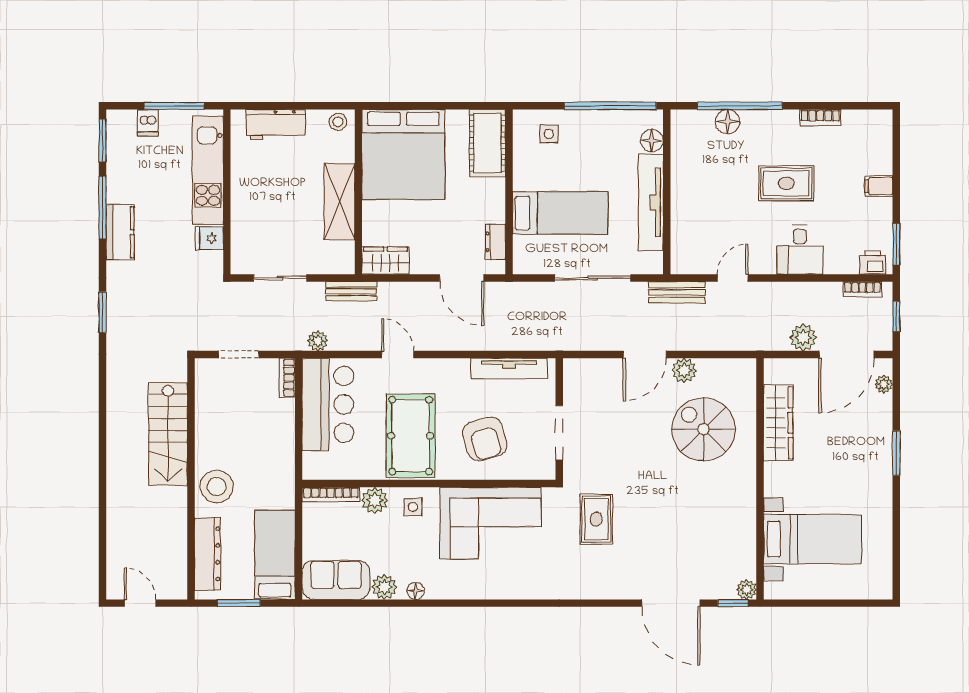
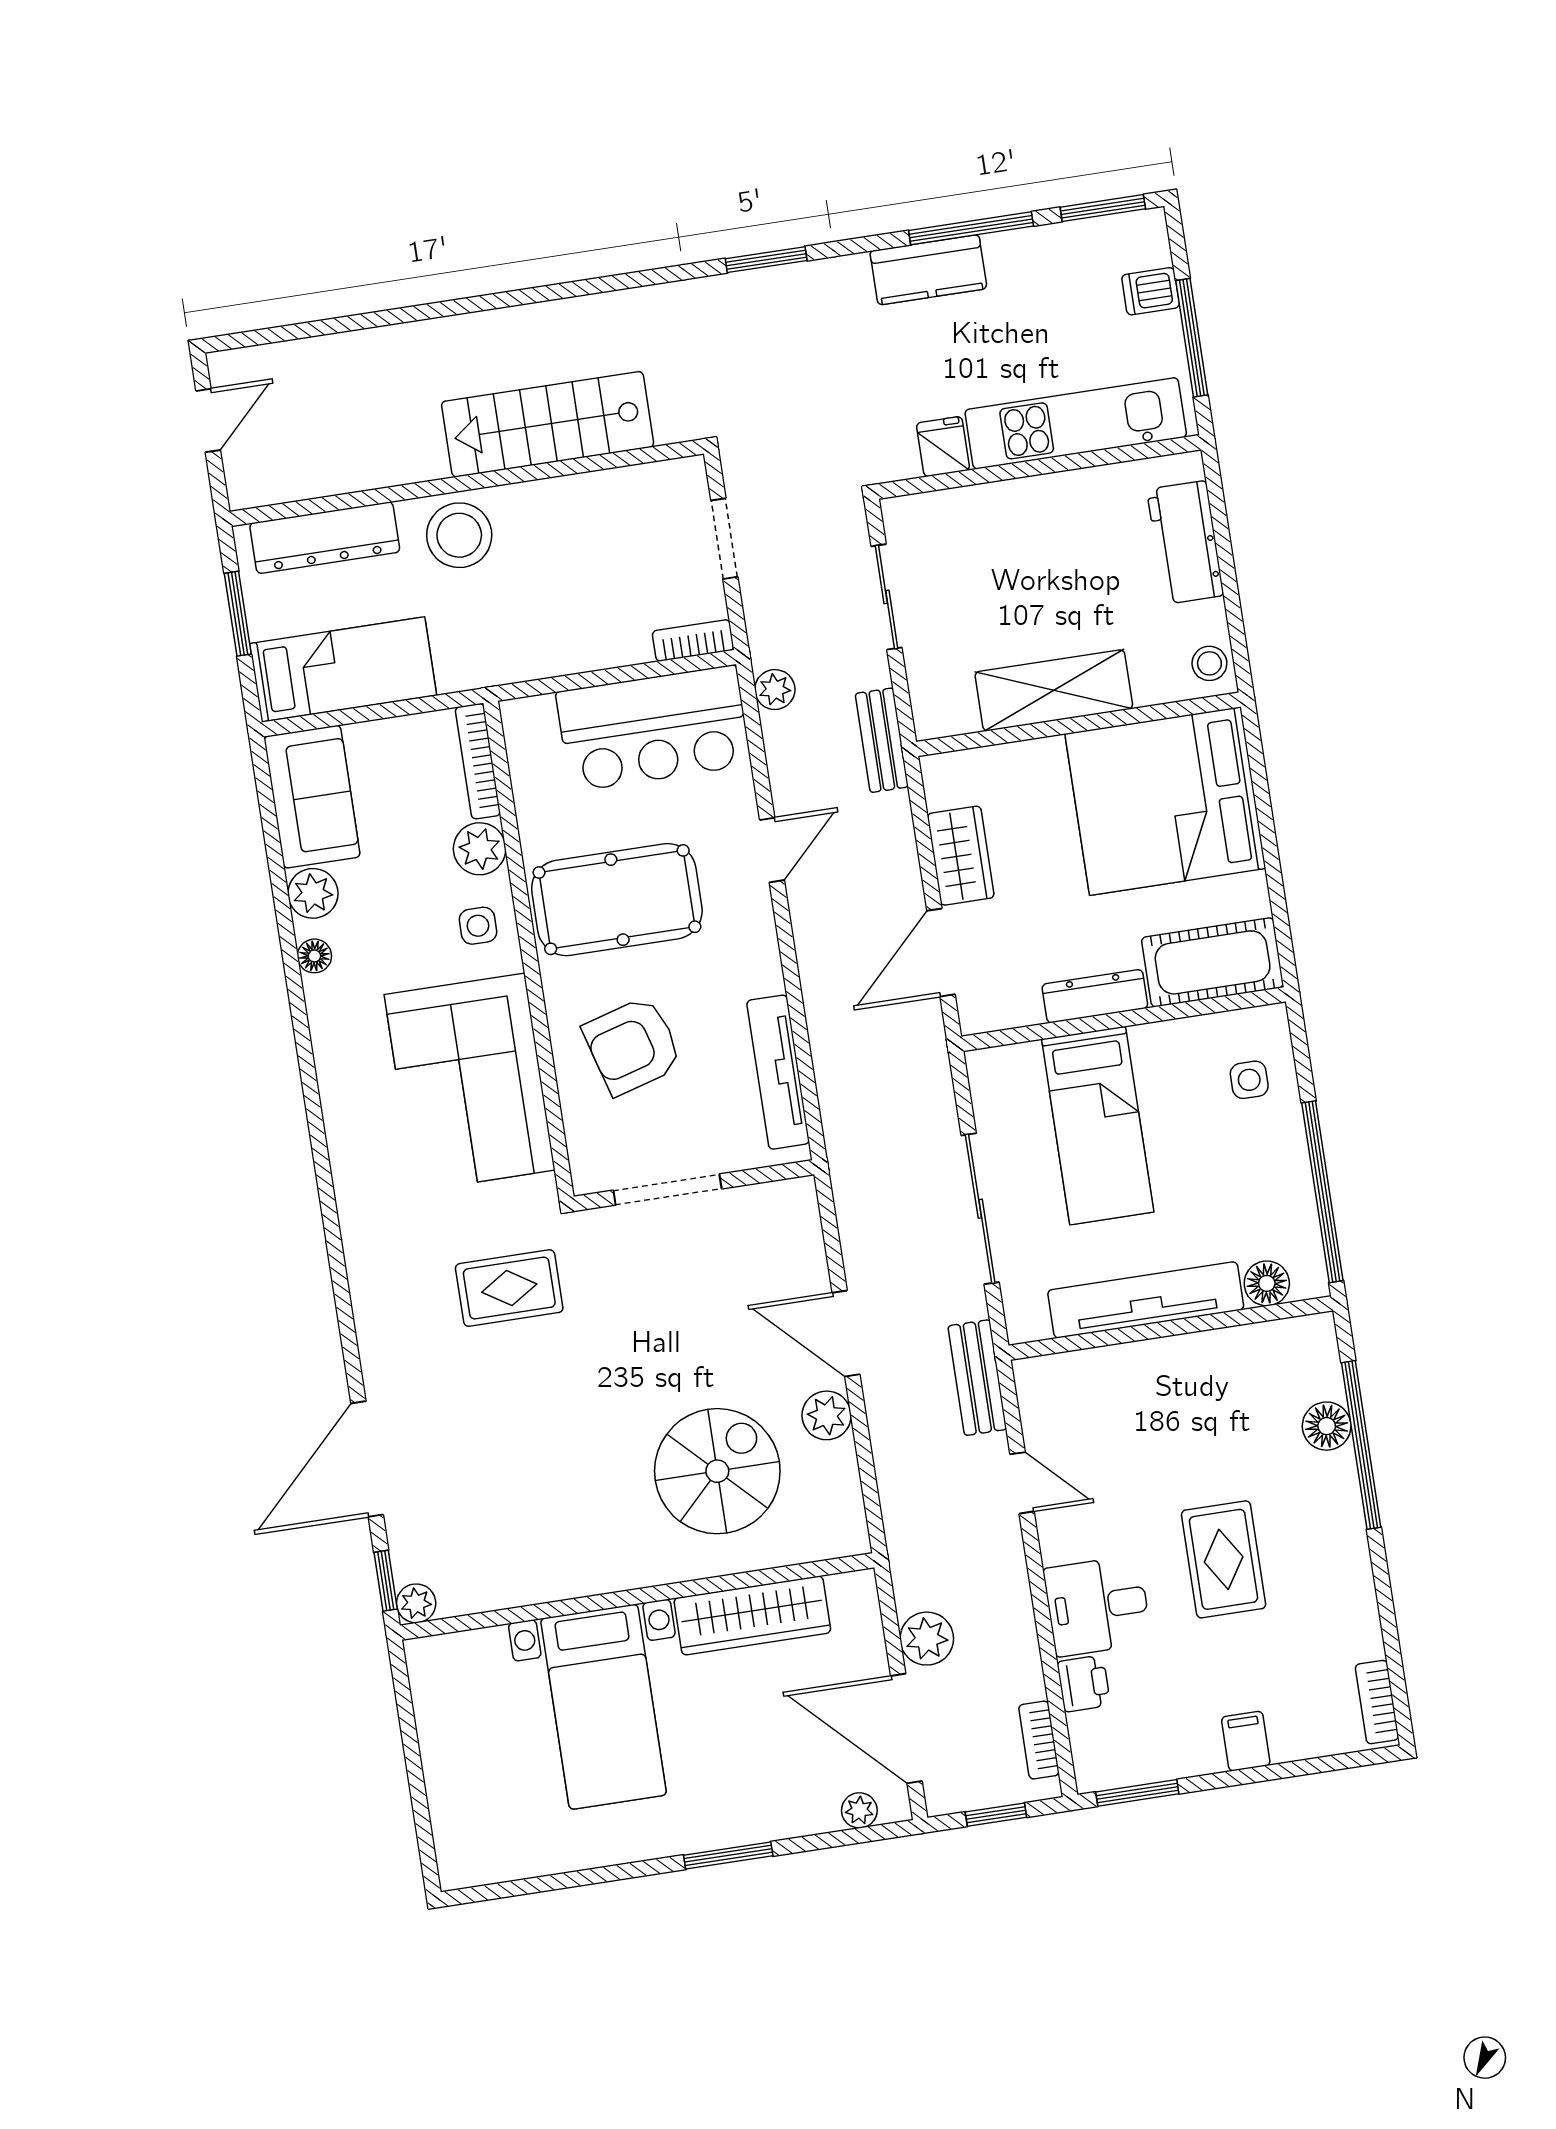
bookcase: (820, 118) -> (1377, 1702), moved
dresser: (495, 242) -> (1095, 996), moved, width x1.44
wardrobe: (386, 261) -> (961, 856), moved
printer: (873, 263) -> (1084, 1684), moved
bed with nightstands: (812, 539) -> (604, 1707), moved

